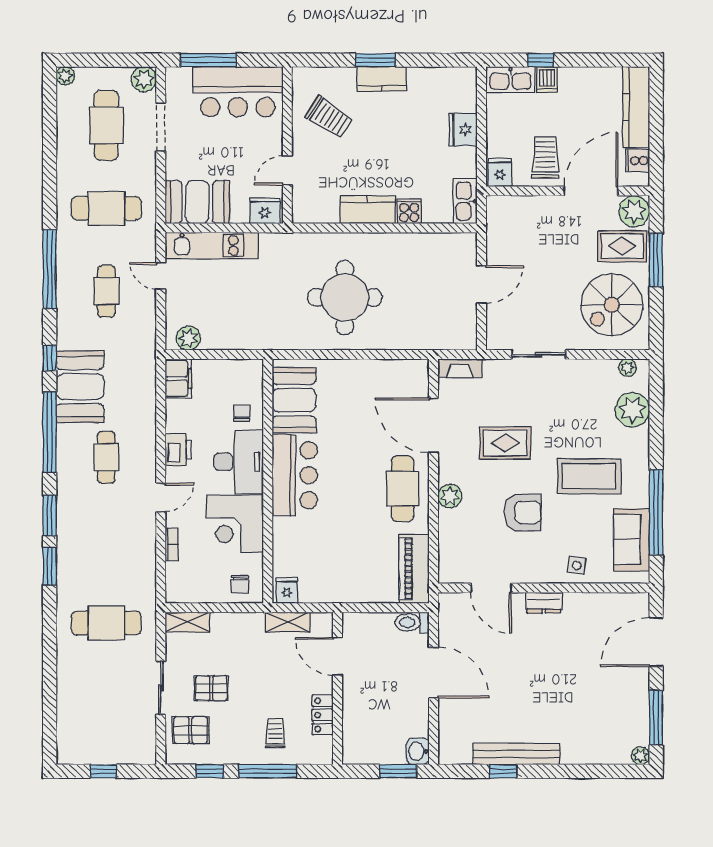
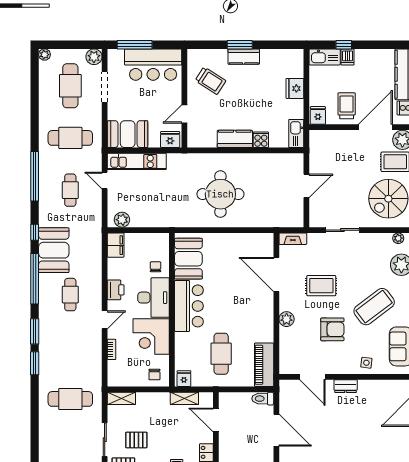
coffee table: (589, 476) -> (374, 307), turned -37
cafe table: (403, 489) -> (221, 354), moved

